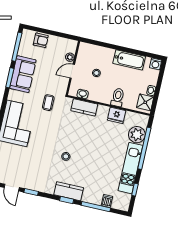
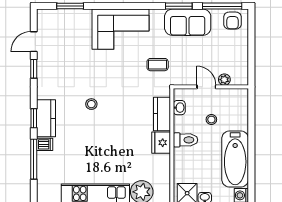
armchair: (41, 40) -> (232, 21), moved
bathtub: (129, 60) -> (235, 159), width x1.36, depth x1.36
toilet: (118, 97) -> (186, 140), moved
fridge: (117, 115) -> (161, 143), moved
dishwasher: (107, 201) -> (45, 144), moved

